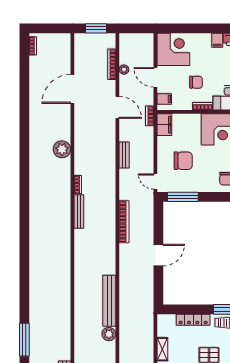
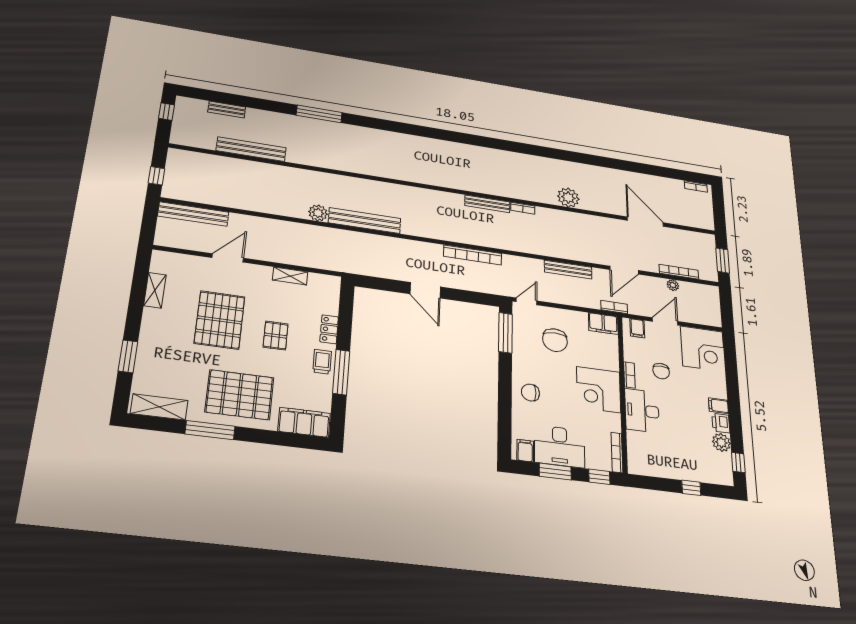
bench: (124, 155) -> (568, 270), width x1.36
locker: (193, 320) -> (329, 329), width x0.66

